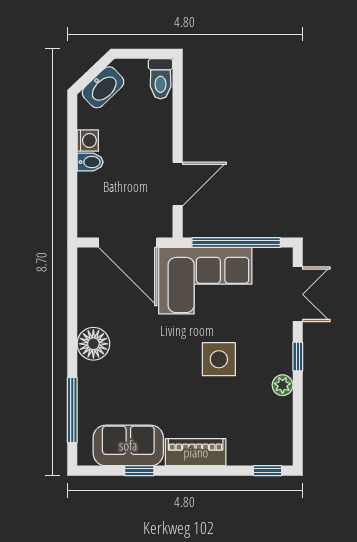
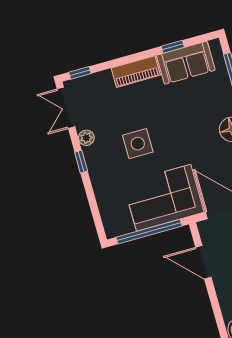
door: (178, 184) -> (203, 262), hinge flipped
double door: (298, 294) -> (66, 108), moved

